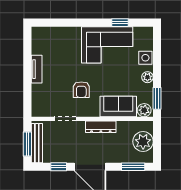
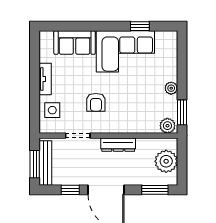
side table: (145, 58) -> (52, 110), moved
sofa: (118, 106) -> (75, 43), moved, turned 180

